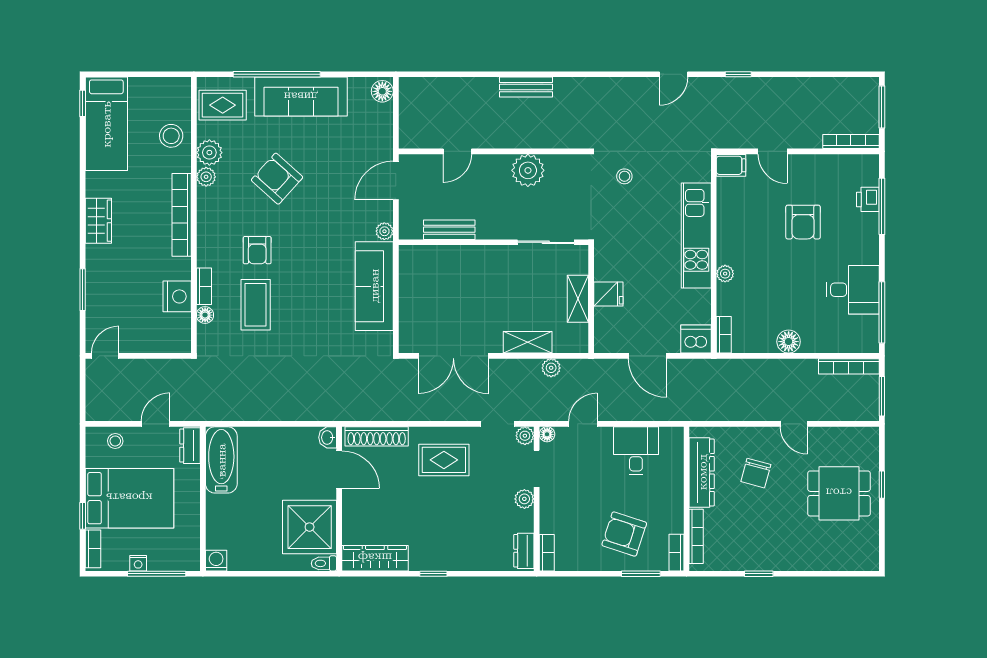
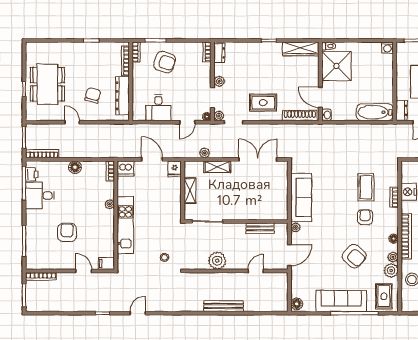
bench: (526, 87) -> (224, 306), width x1.36
rug: (223, 105) -> (384, 296), turned 90
printer: (868, 199) -> (32, 175), moved
fridge: (608, 294) -> (175, 169), moved, turned -90
floor lamp: (205, 315) -> (394, 239), moved
bathtub: (221, 460) -> (375, 112), moved, turned 90
dining table: (839, 493) -> (47, 84), width x1.38

